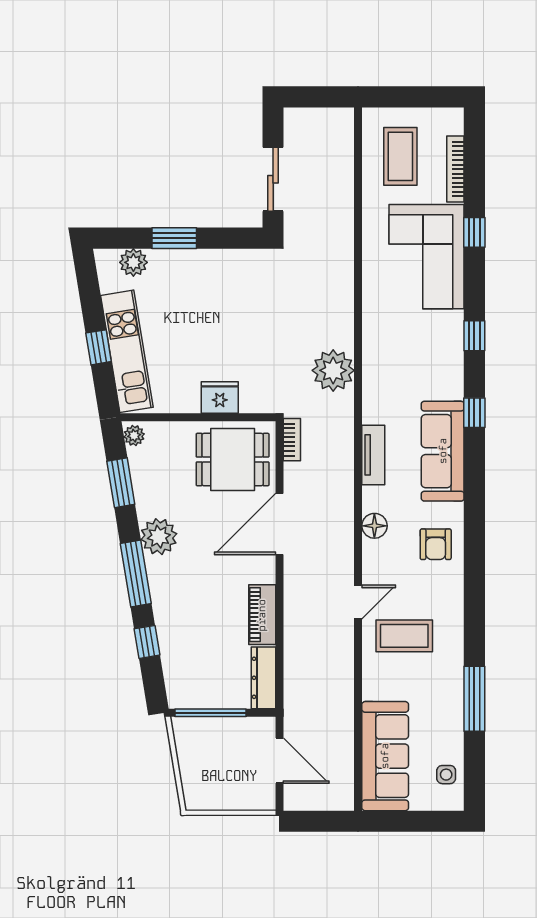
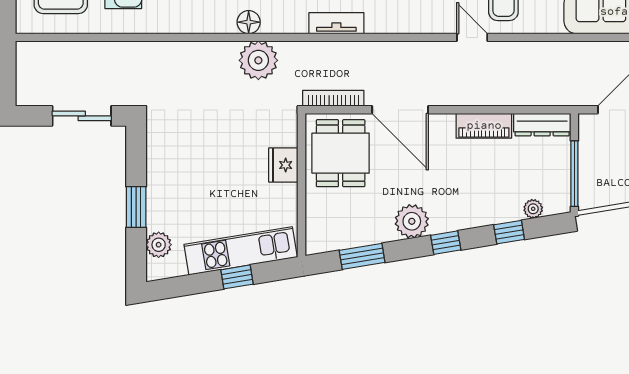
plant: (134, 436) -> (533, 209), moved
bookcase: (292, 440) -> (333, 98), width x1.56
floor lamp: (374, 526) -> (249, 22), moved
window: (136, 573) -> (446, 243), width x0.46

